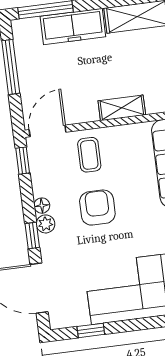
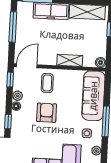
plant: (46, 224) -> (18, 96), moved

